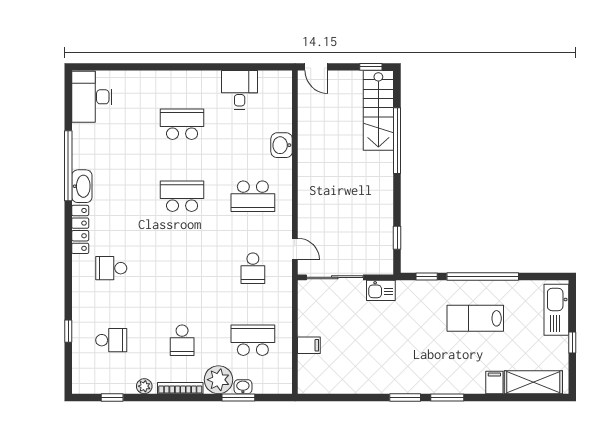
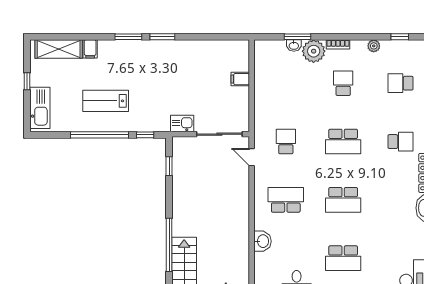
lab bench: (475, 318) -> (106, 101), turned 180
school desk: (253, 340) -> (343, 142), moved
bookcase: (180, 388) -> (338, 44), width x0.64

